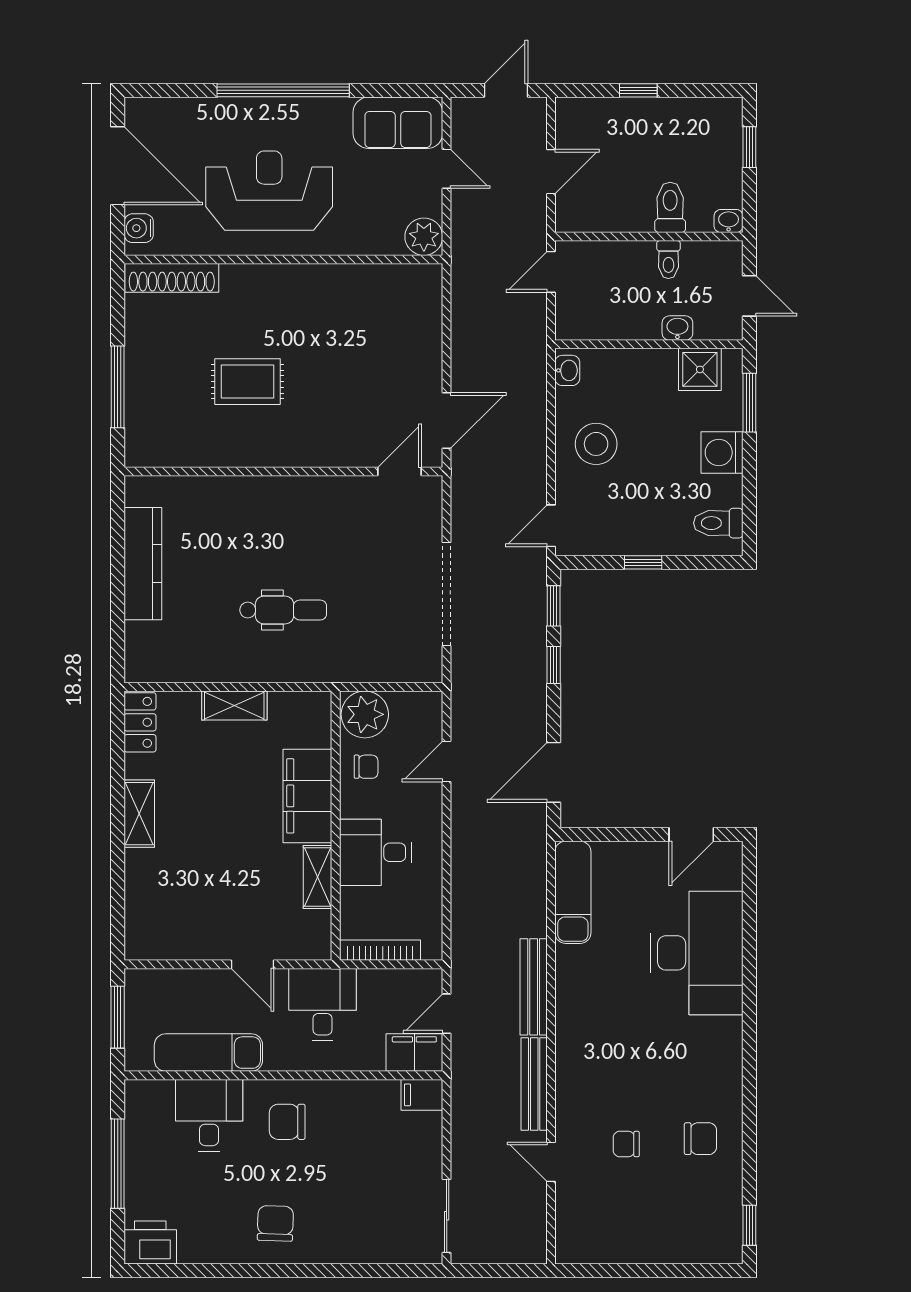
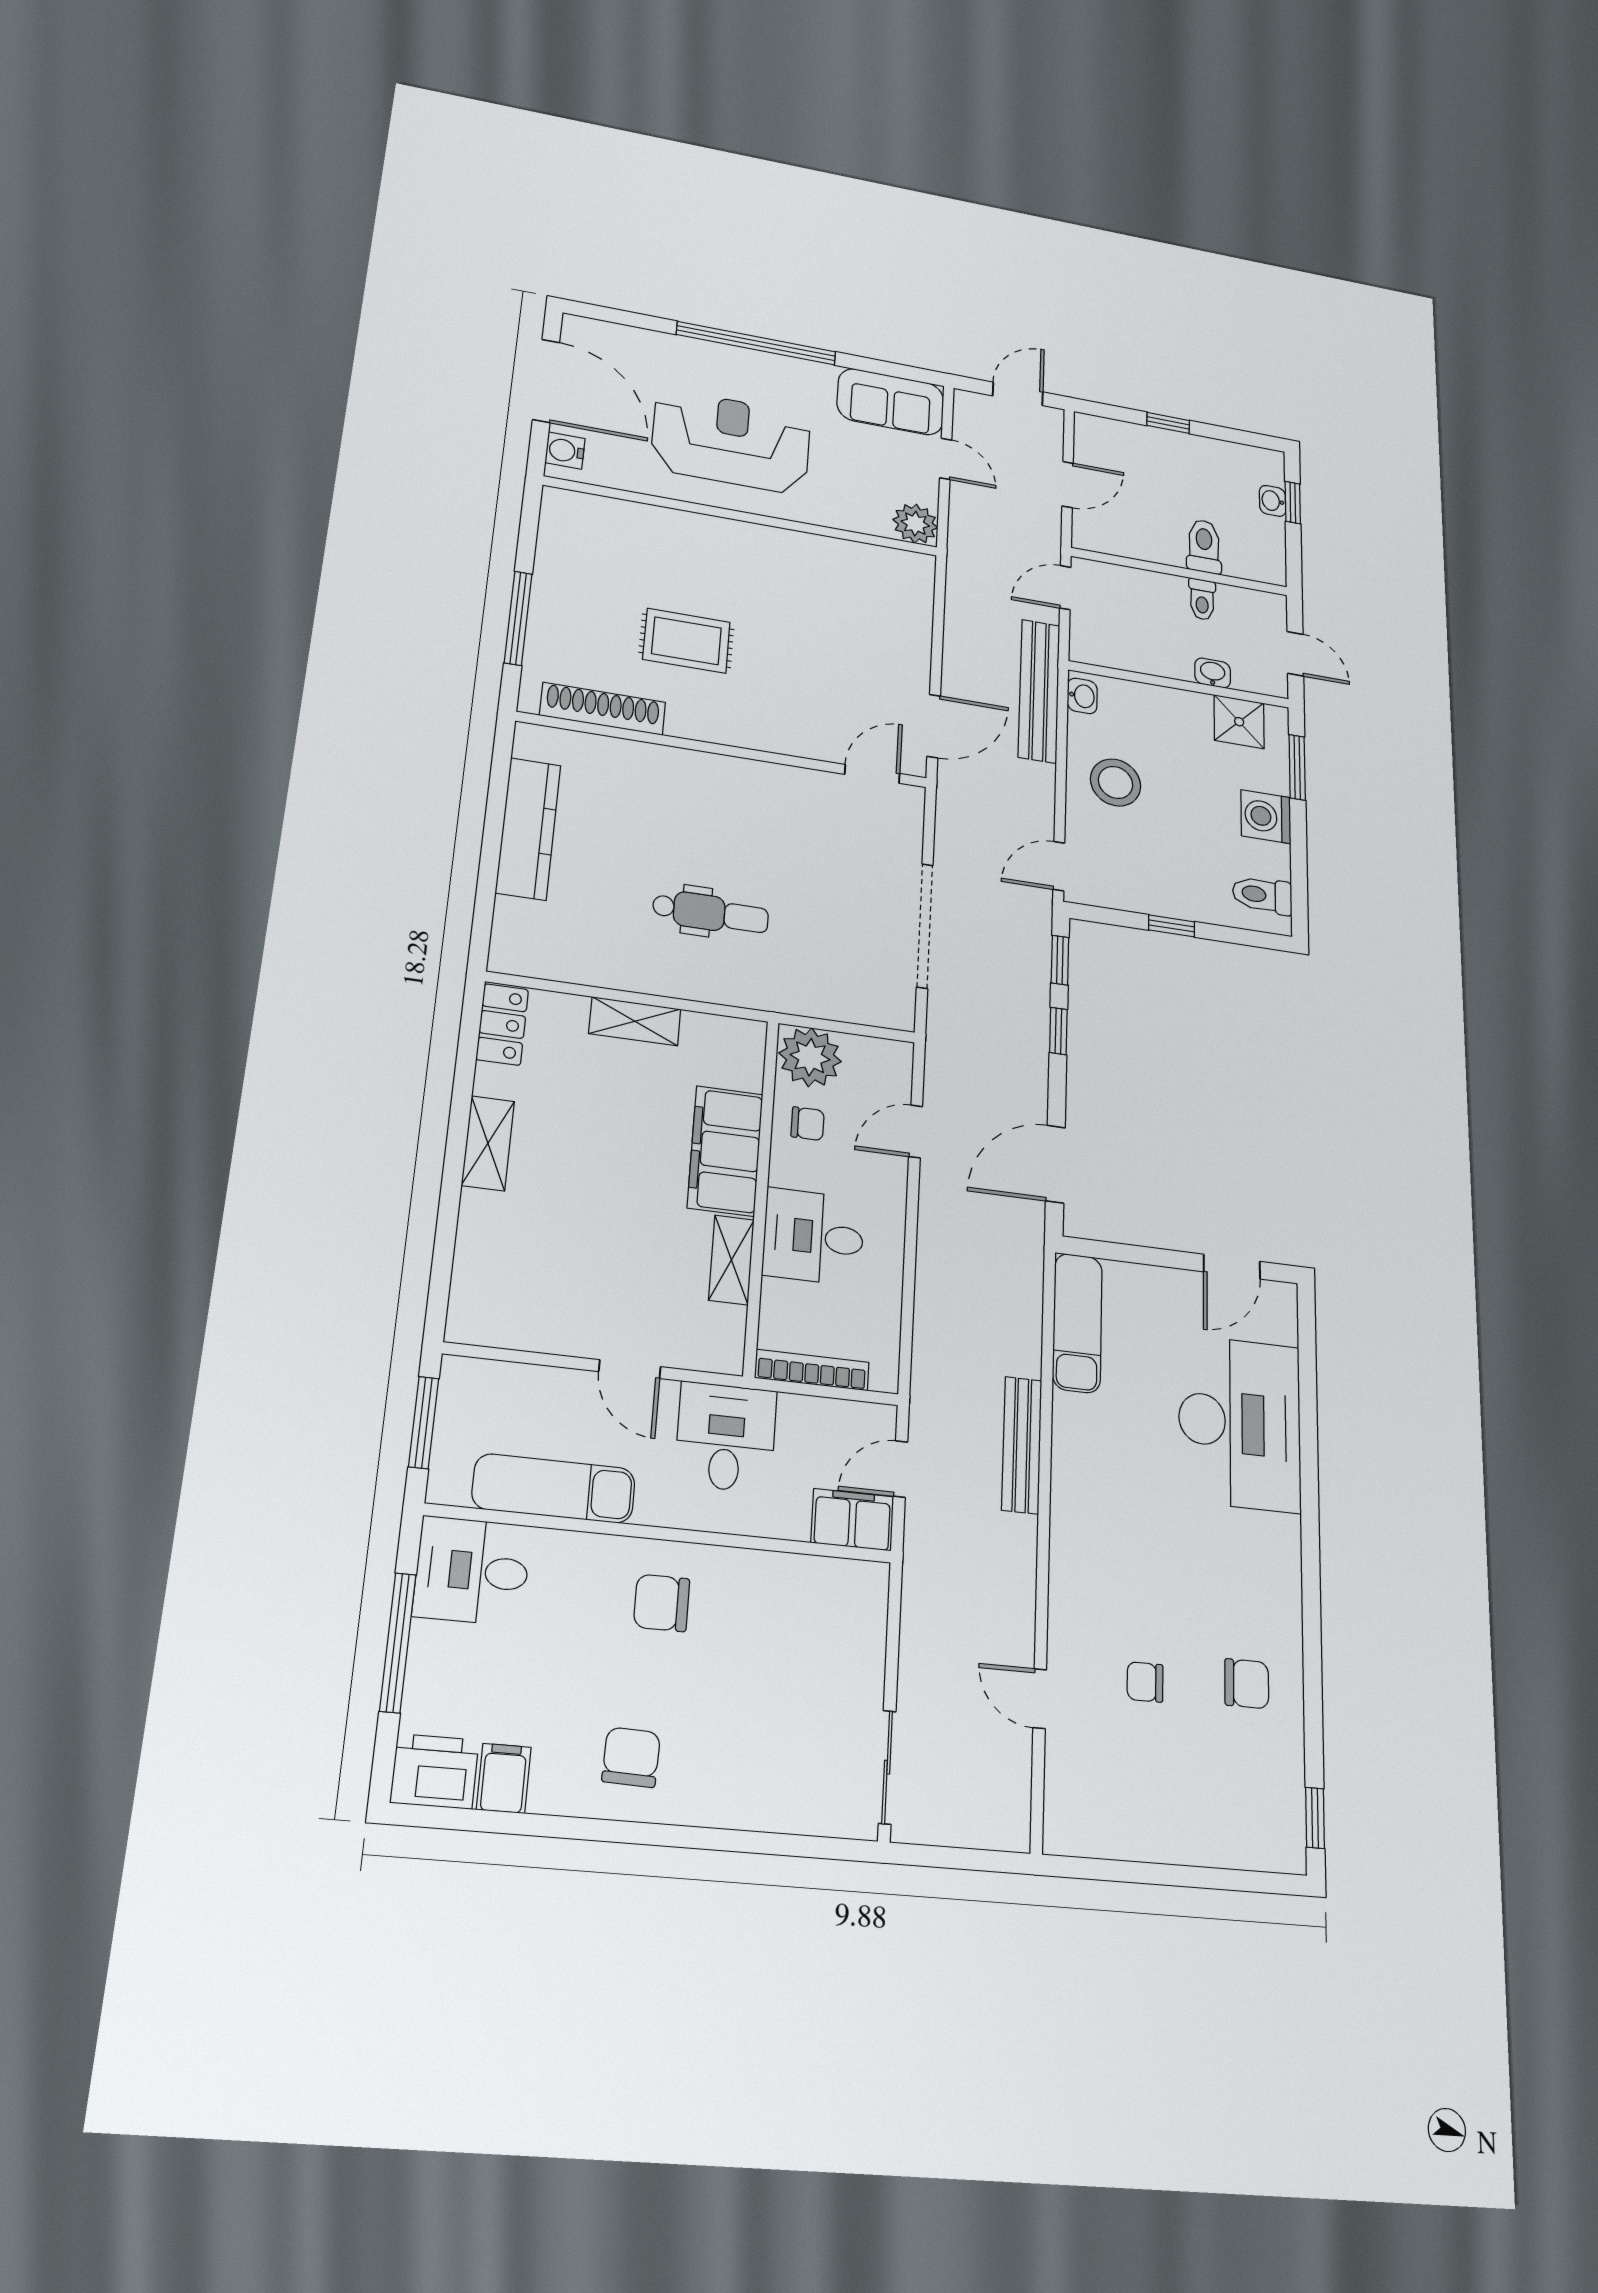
washbasin: (729, 221) -> (1273, 501), moved, turned -90
shoe rack: (172, 278) -> (603, 709), moved, turned 180
bench: (534, 1084) -> (1039, 691), moved, width x1.37, depth x1.21
filing cabinet: (422, 1095) -> (504, 1778), moved, turned 90
desk: (209, 1115) -> (472, 1571), moved, turned -90

